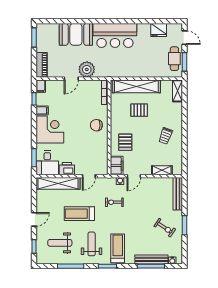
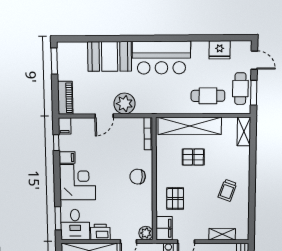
cafe table: (150, 64) -> (208, 96), added
plant: (103, 169) -> (146, 233), added

